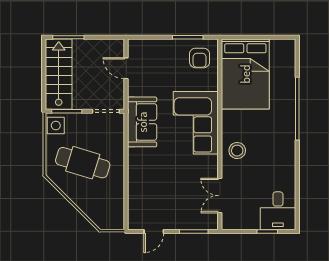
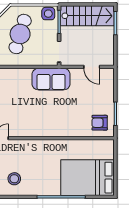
door: (126, 68) -> (92, 67), swing flipped
bed: (245, 74) -> (87, 178), moved
corner sofa: (196, 123) -> (50, 120), removed
stool: (237, 151) -> (14, 179), moved

